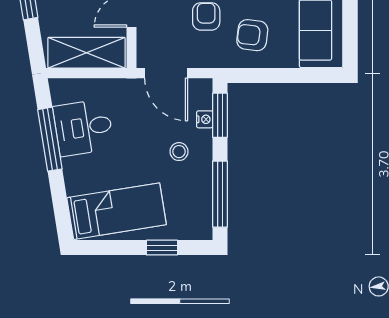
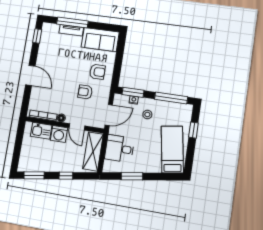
armchair: (252, 35) -> (97, 72), turned -97
desk: (83, 127) -> (119, 149), moved, turned 99
window: (50, 139) -> (132, 176), width x0.69

